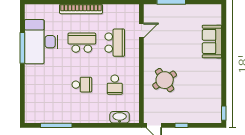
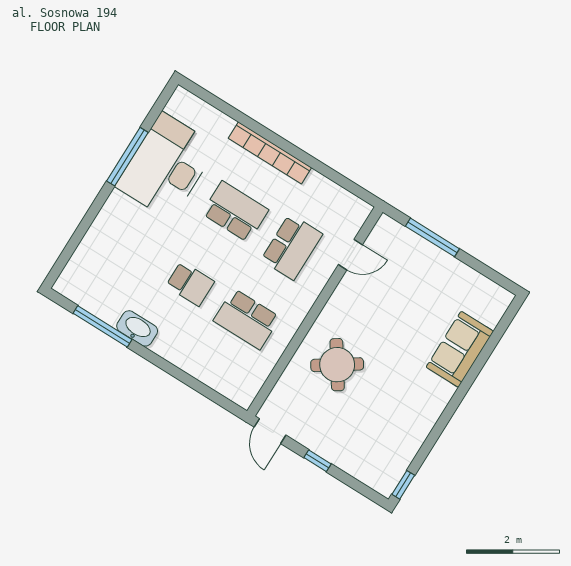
school desk: (115, 85) -> (247, 319), width x1.85
washbasin: (120, 117) -> (137, 328), moved

